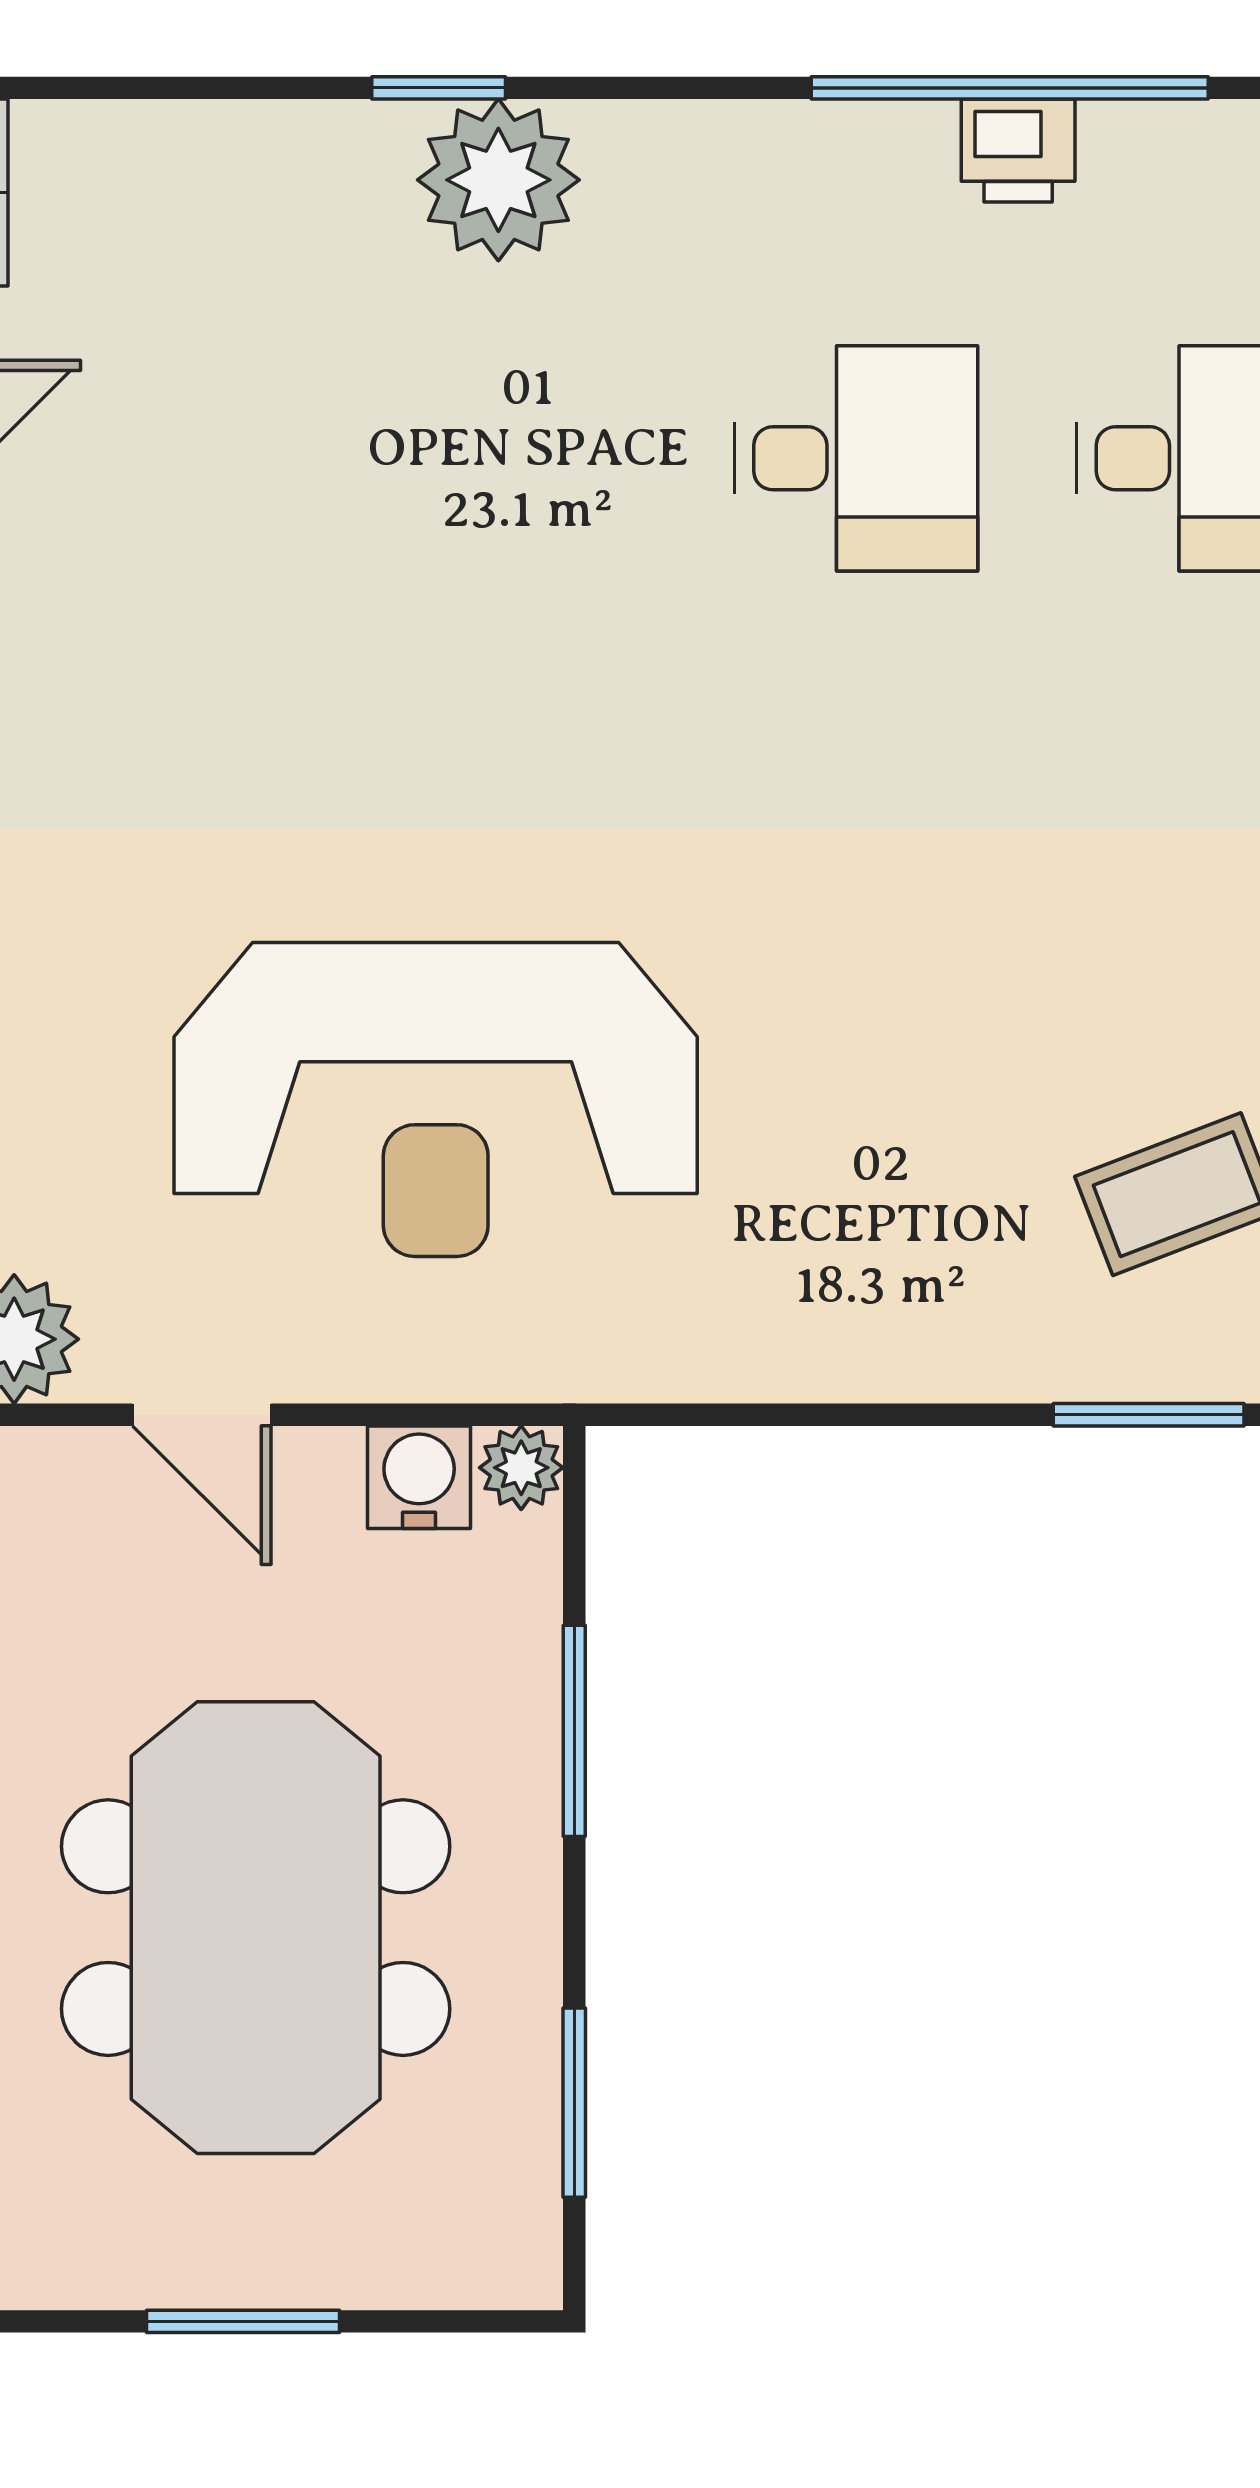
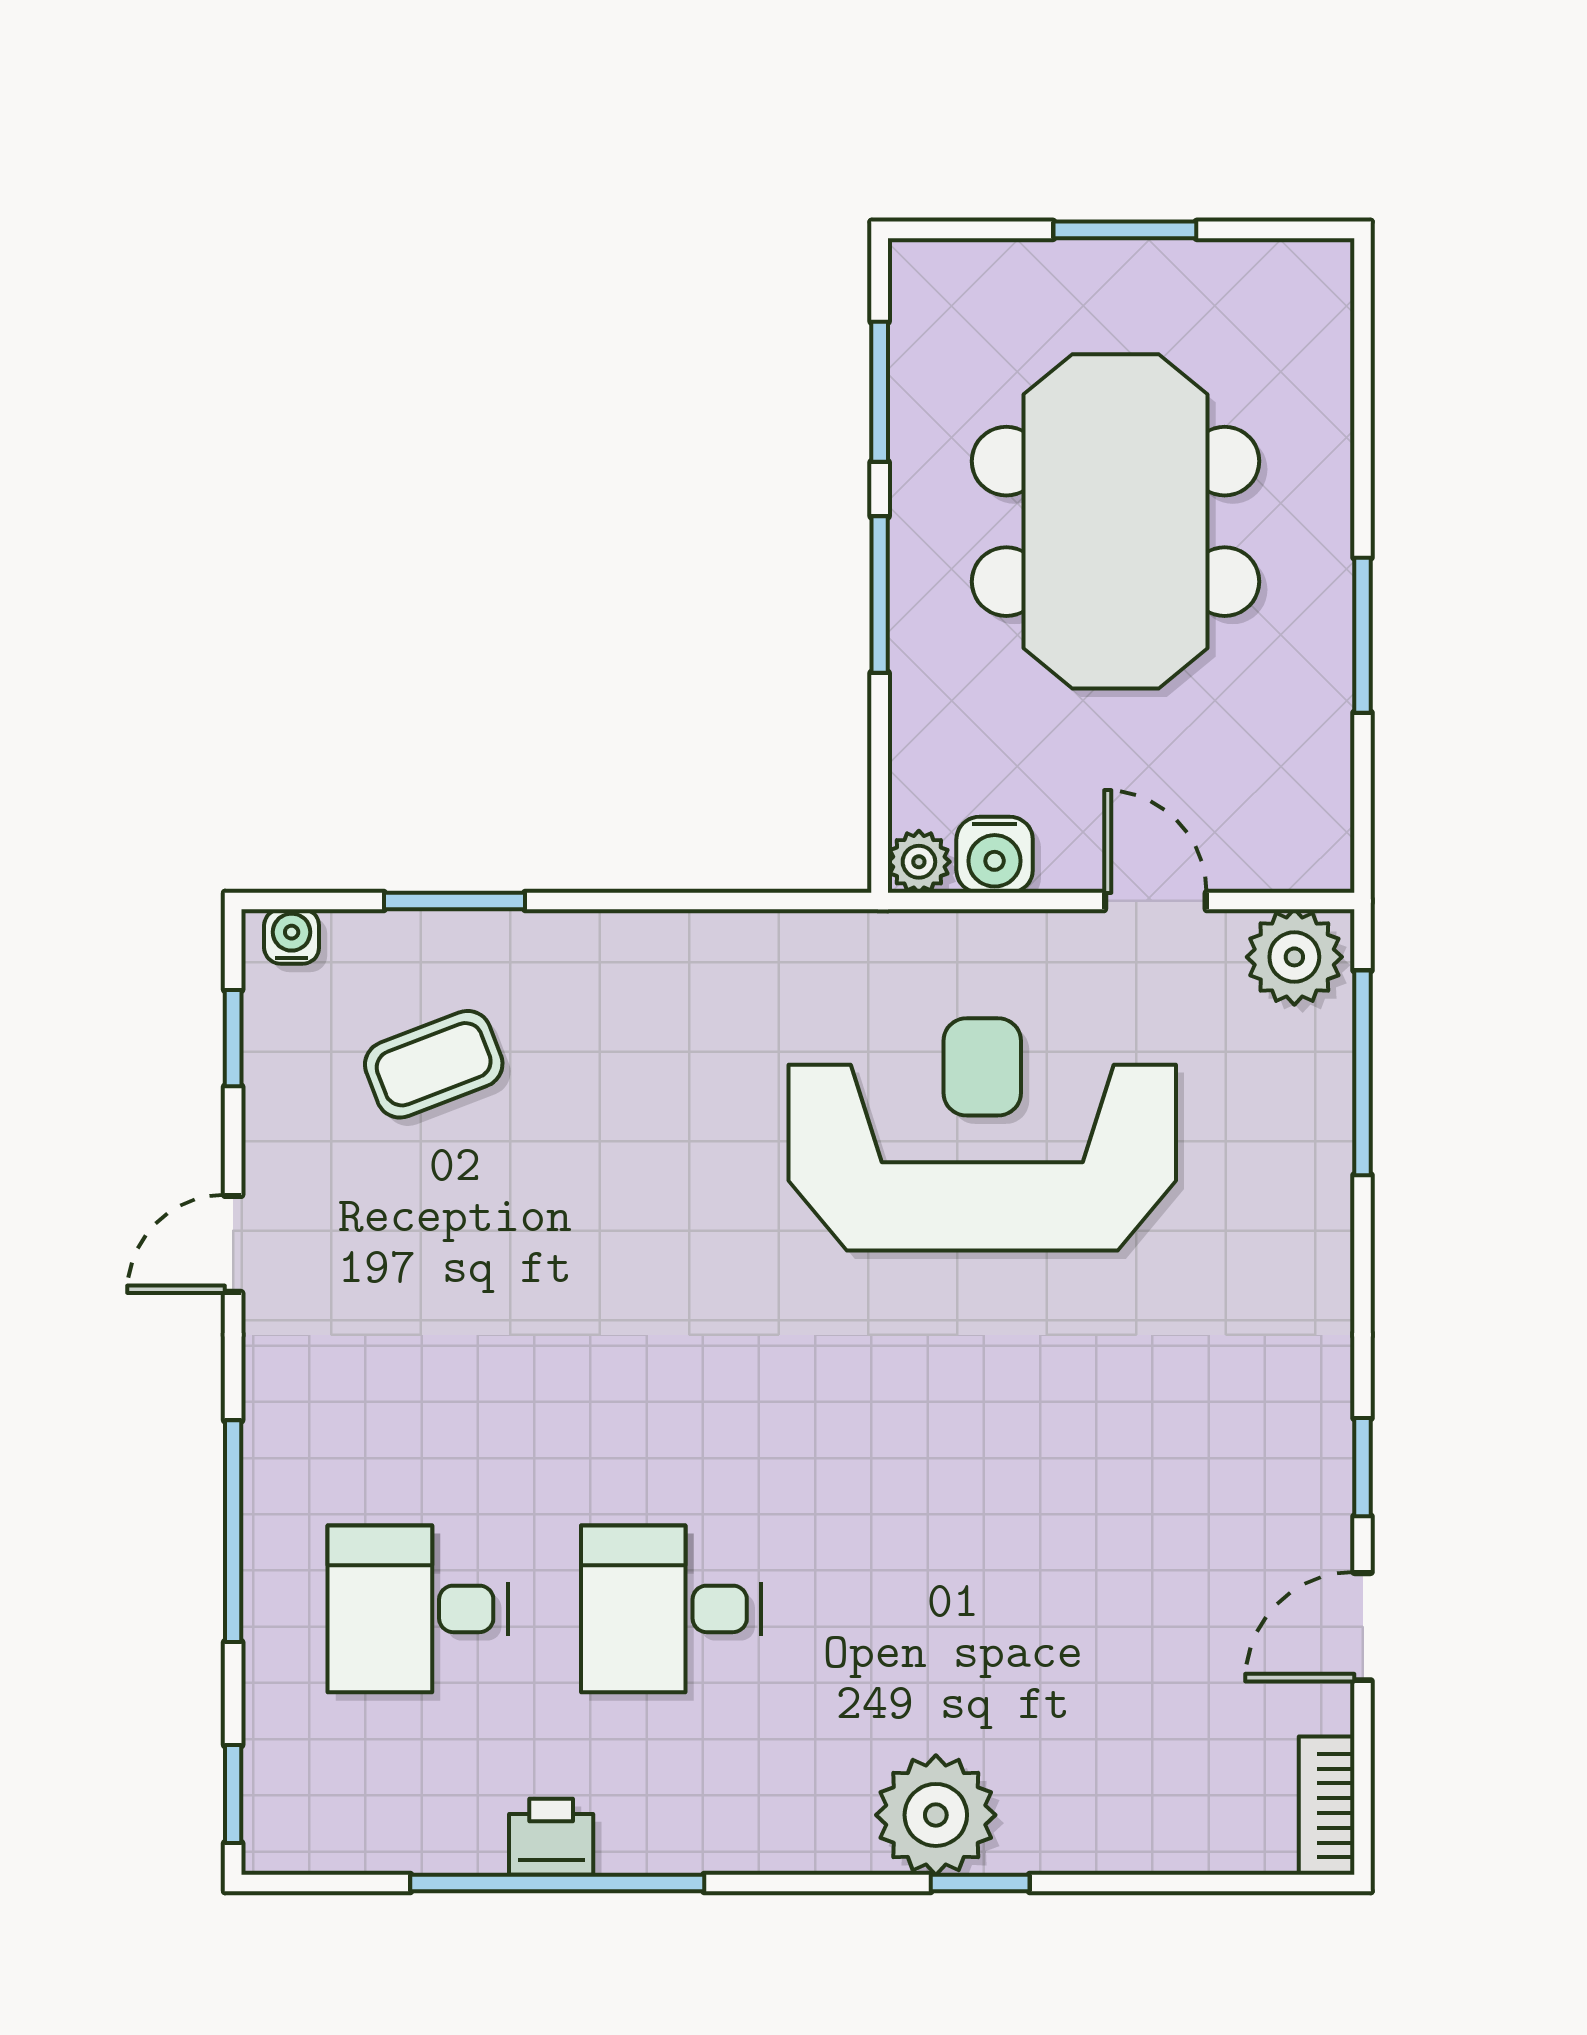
window: (574, 1731) -> (880, 595), moved

